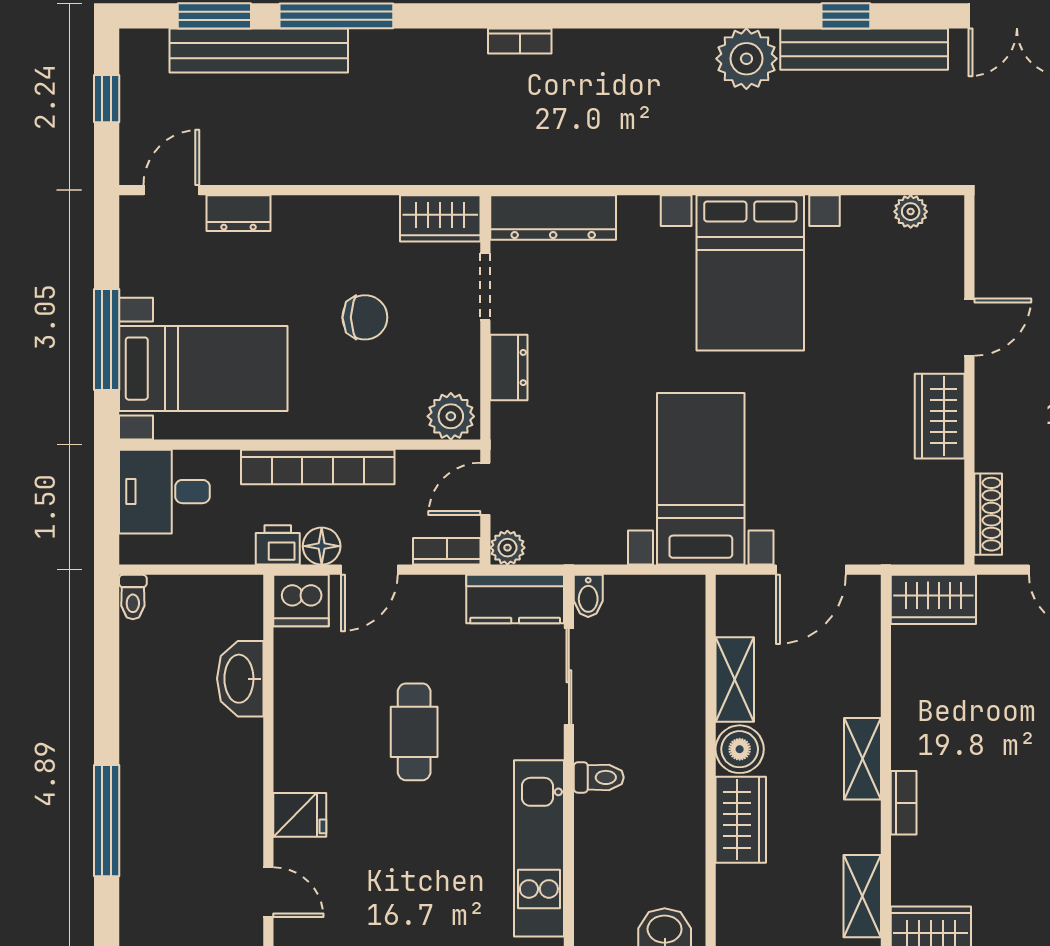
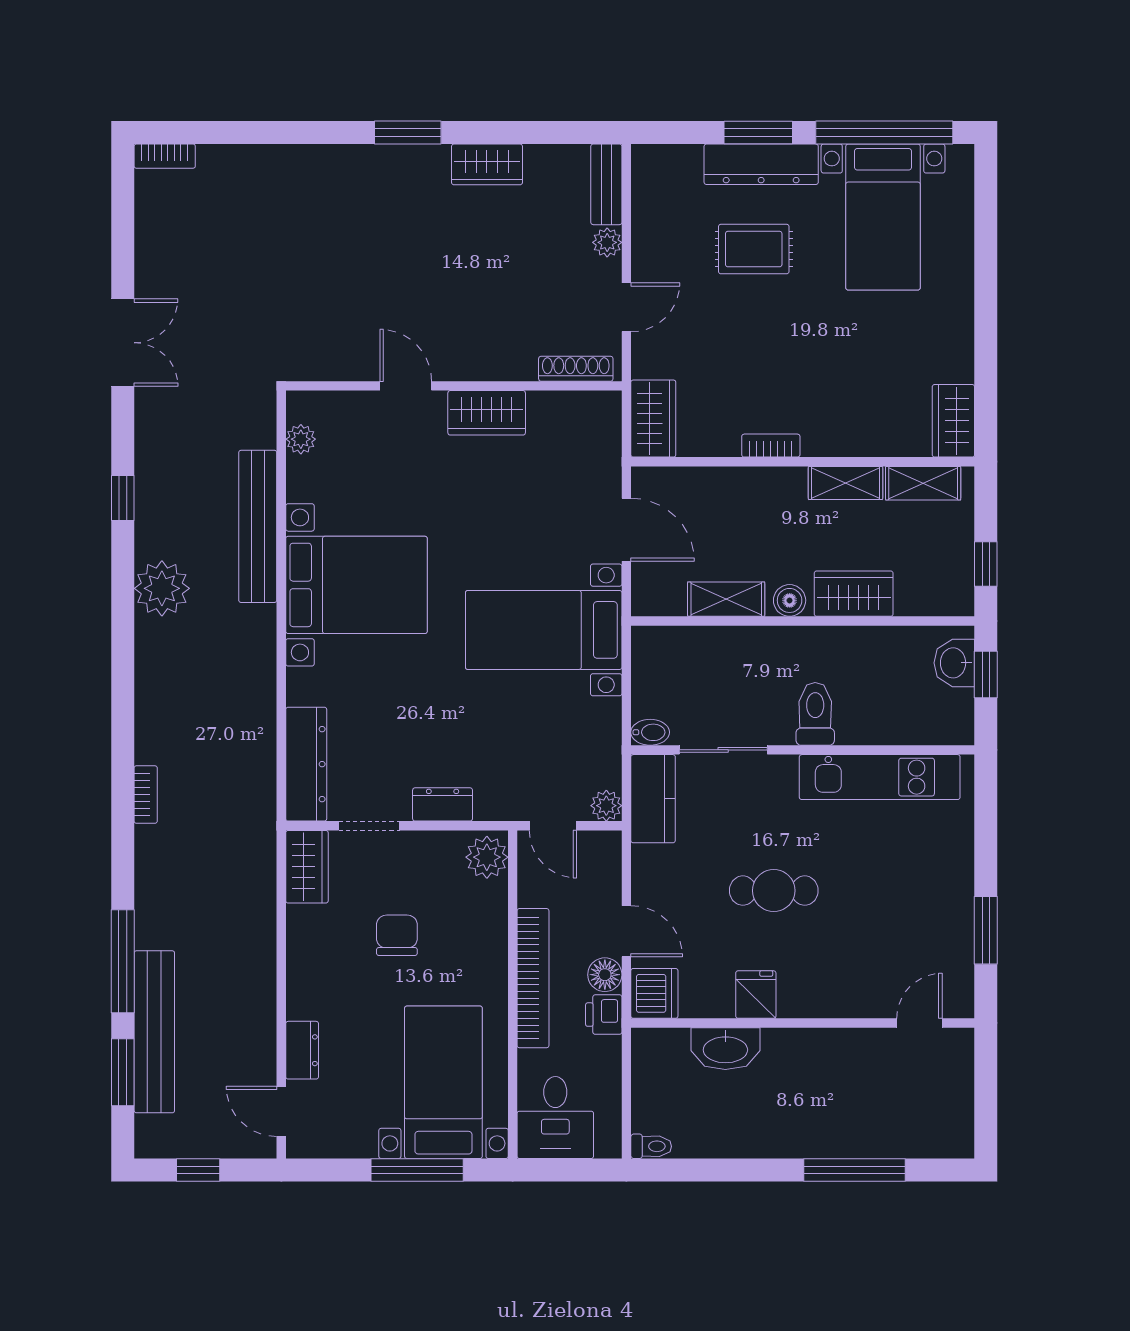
bench: (864, 49) -> (258, 526), moved
bookcase: (447, 551) -> (610, 861), removed
boiler: (740, 749) -> (790, 600), width x0.73, depth x0.73
shelving: (862, 759) -> (845, 483), moved
toilet: (599, 777) -> (815, 714), width x1.37, depth x1.39
bookcase: (904, 803) -> (771, 446), moved
fridge: (300, 815) -> (756, 995), moved

